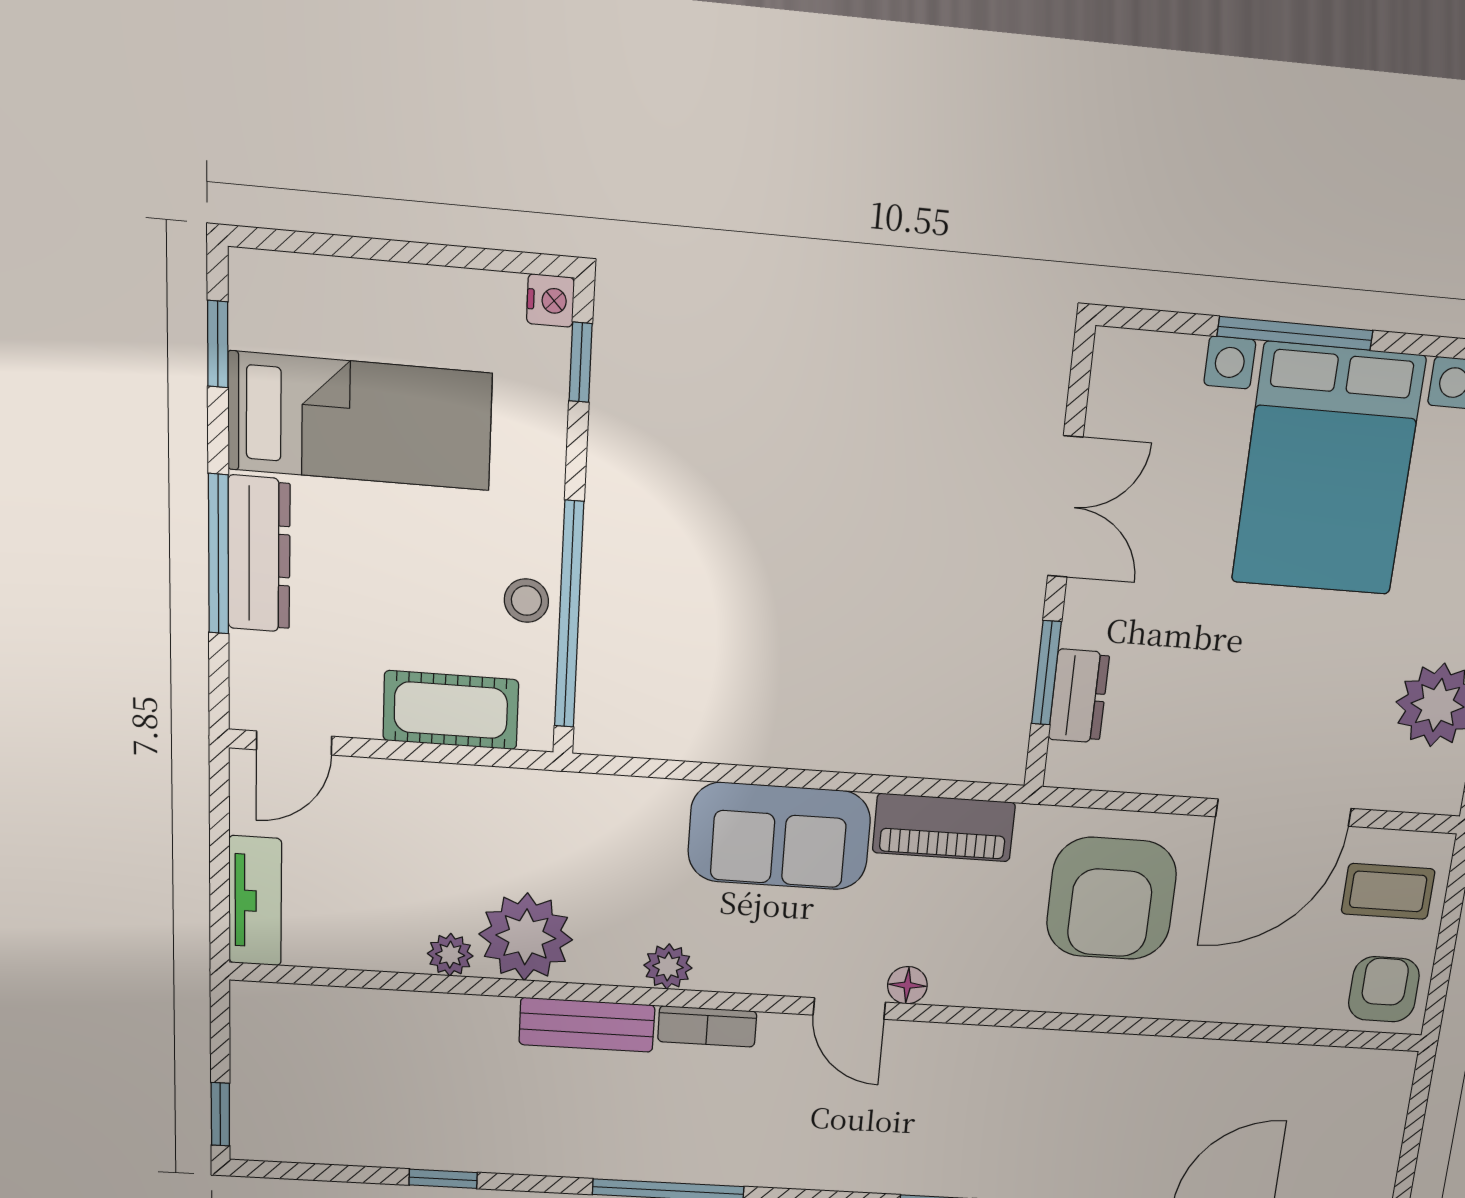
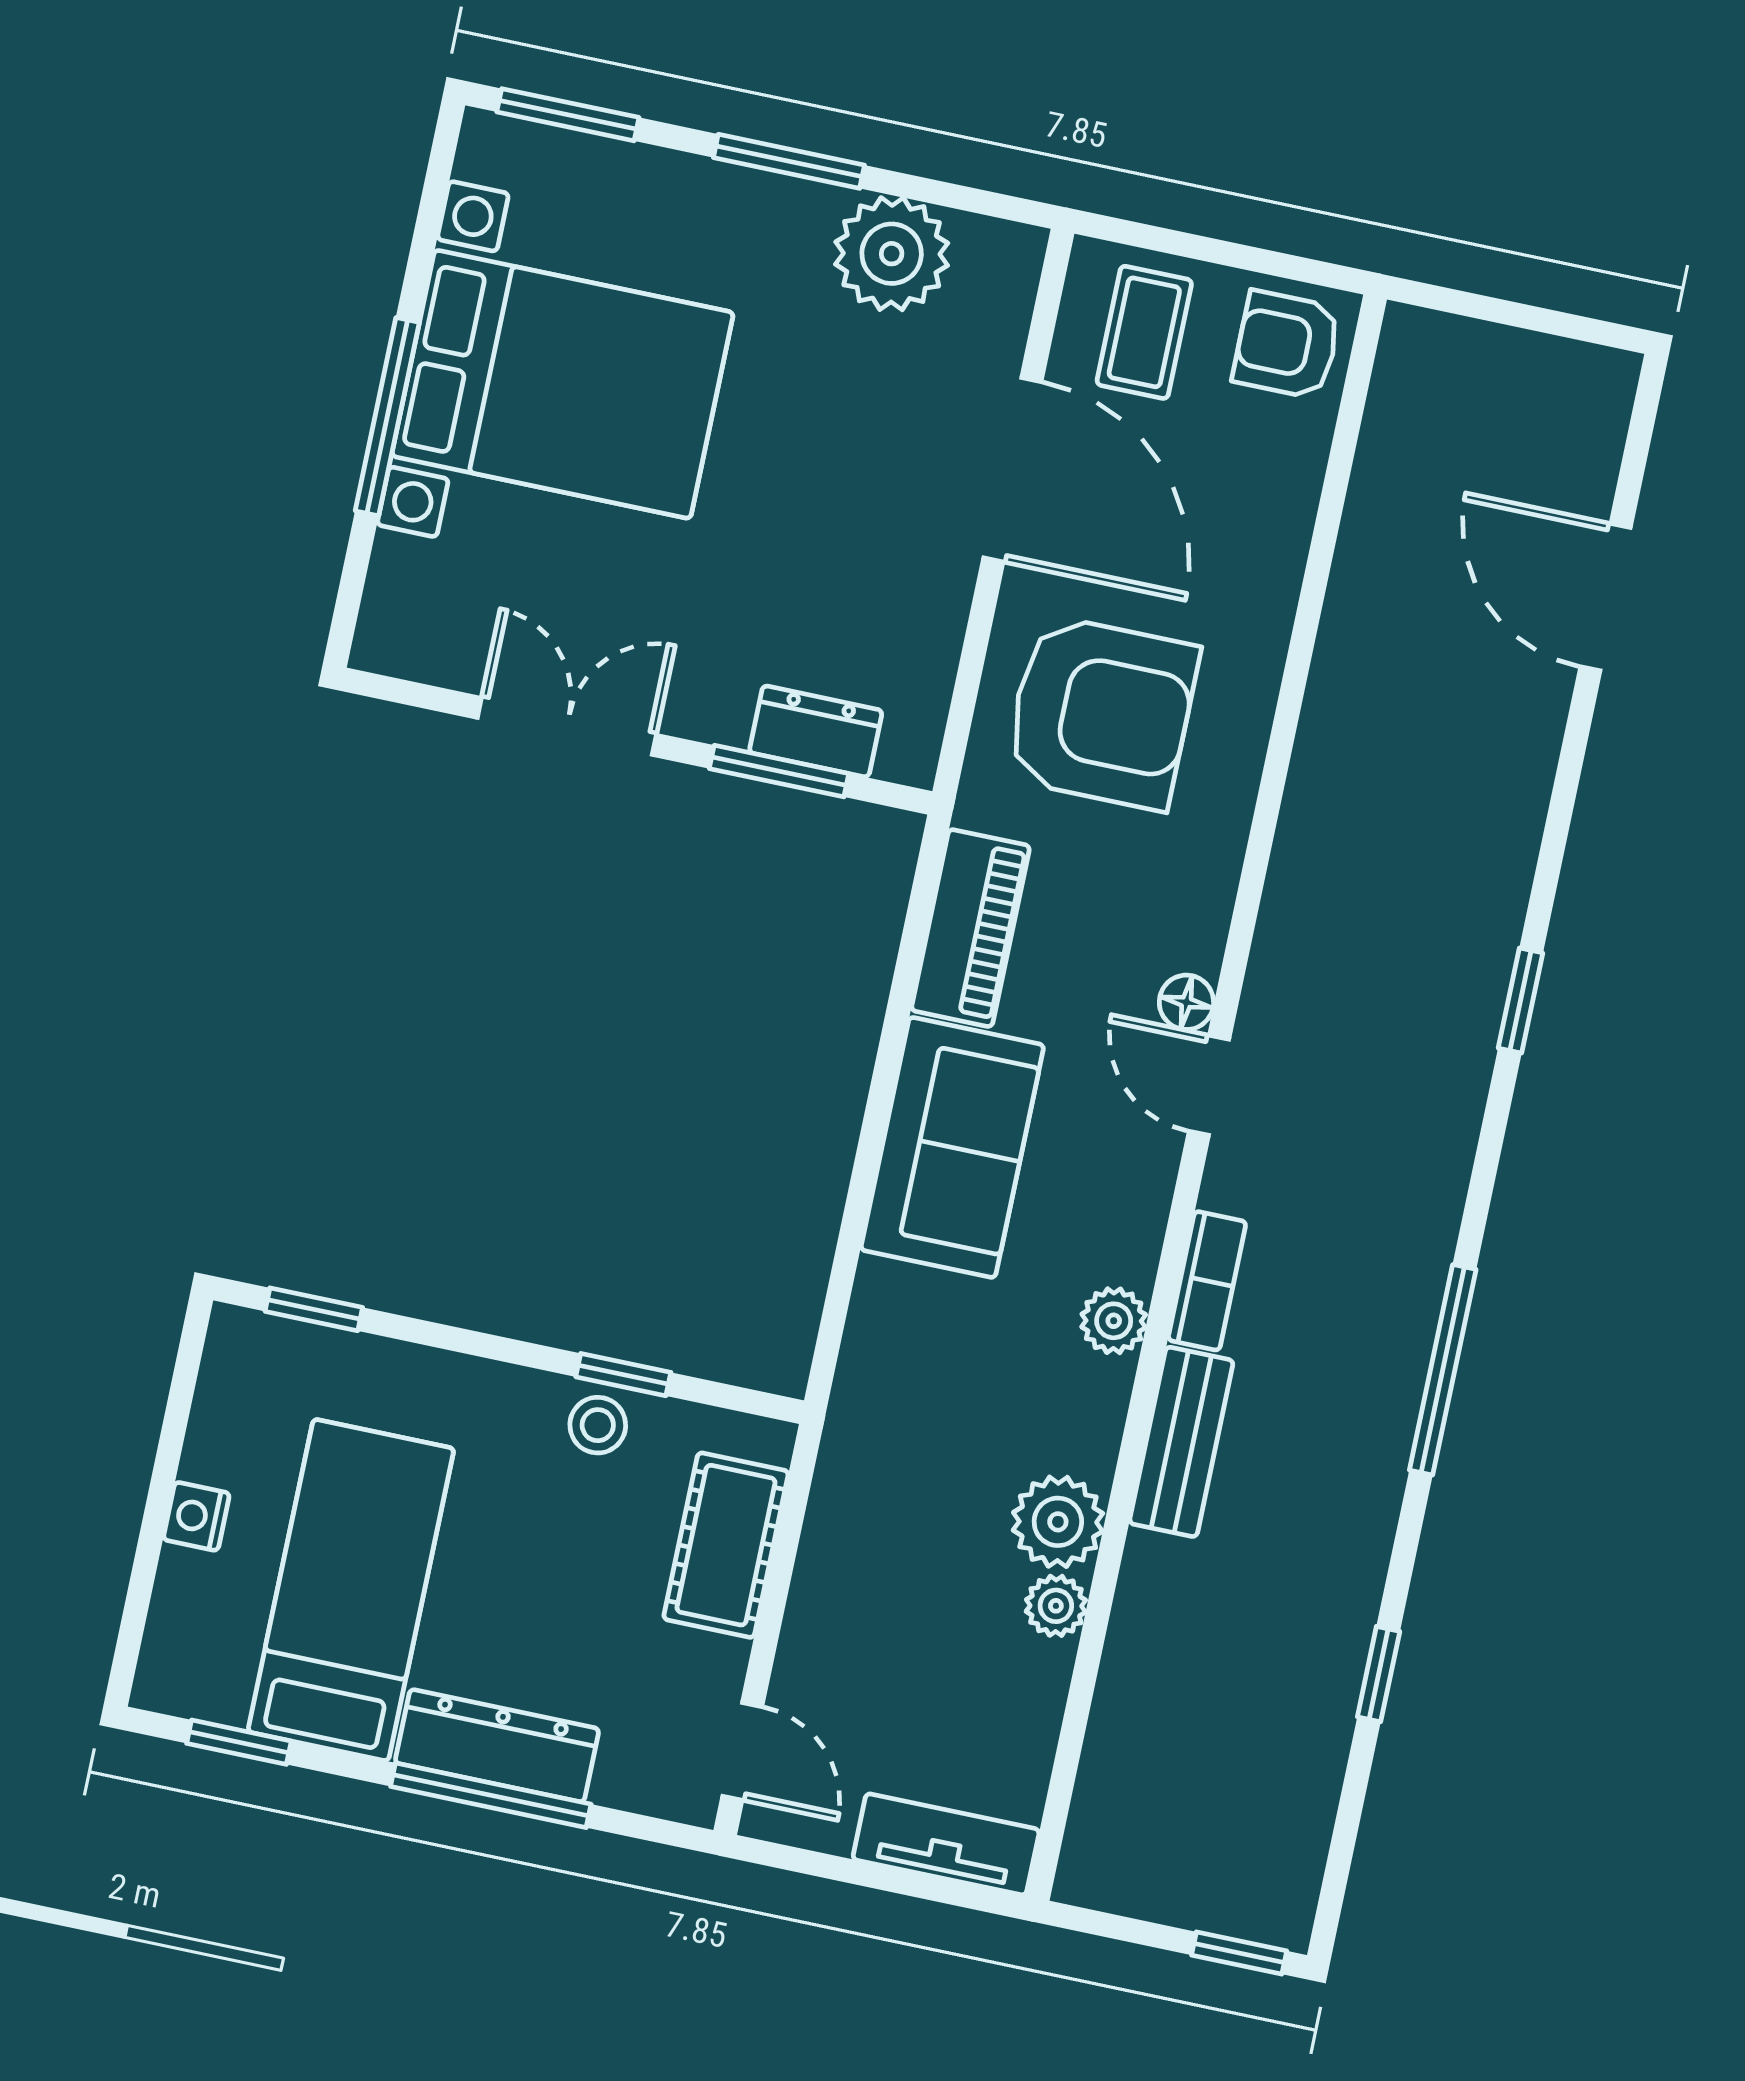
nightstand: (550, 301) -> (196, 1516), moved, turned -90
window: (569, 615) -> (623, 1375), width x0.32
plant: (526, 937) -> (1058, 1522), width x0.73, depth x0.73
door: (849, 1009) -> (1209, 1085), swing flipped

